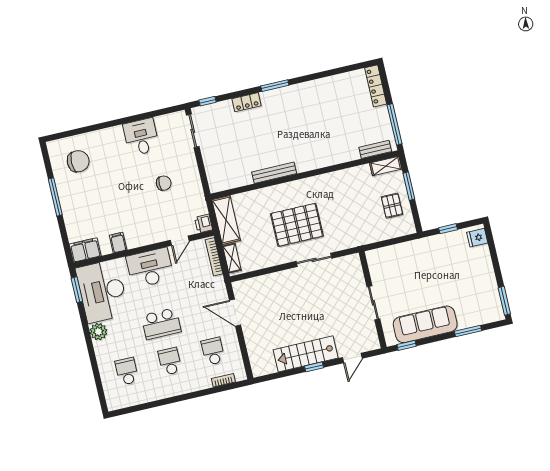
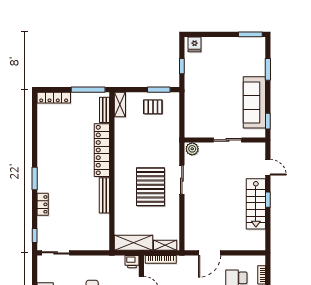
locker: (327, 157) -> (102, 150), added
window: (409, 186) -> (159, 90), moved
plant: (353, 264) -> (192, 149), added

